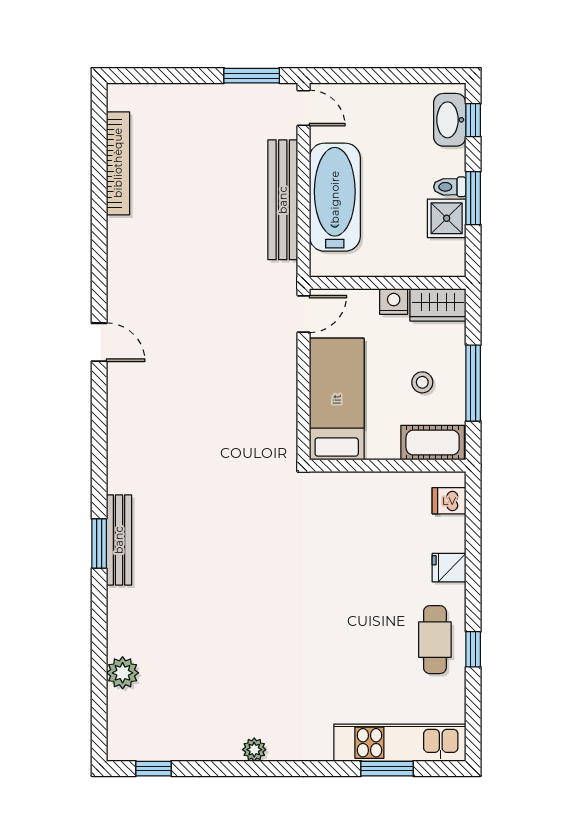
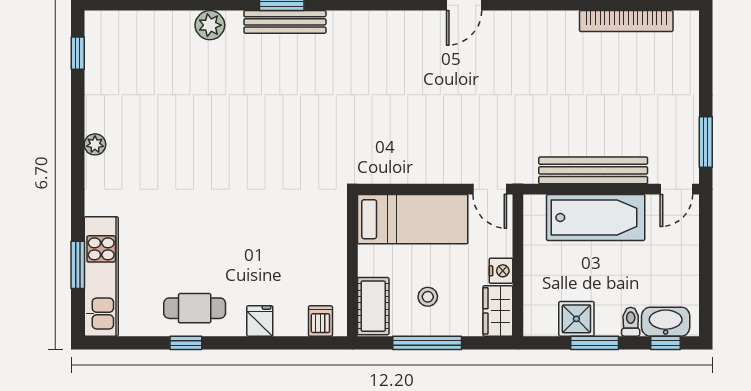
toilet: (450, 187) -> (631, 322), moved
plant: (123, 673) -> (210, 25), moved

